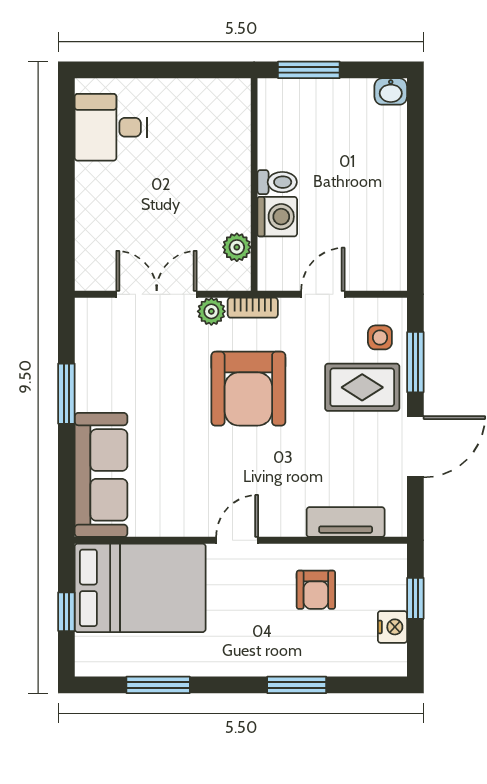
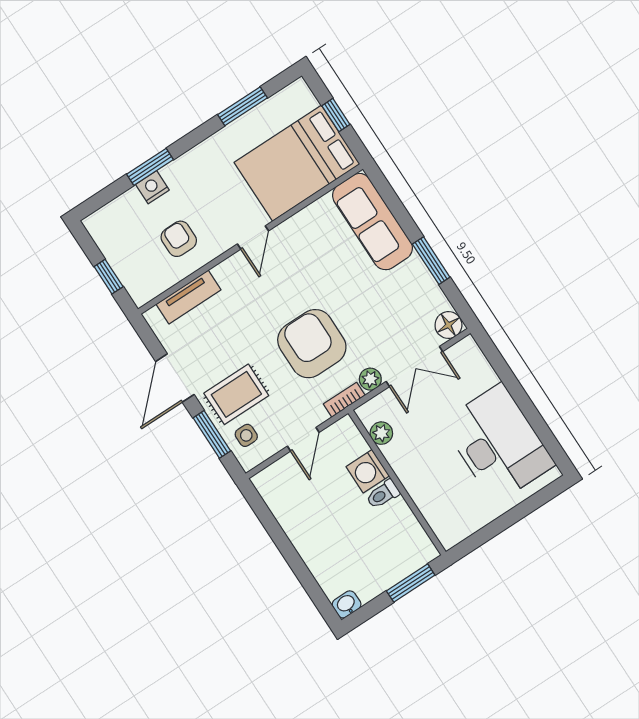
desk: (111, 127) -> (498, 443), width x1.87, depth x1.30
floor lamp: (92, 314) -> (448, 325), added
nightstand: (392, 627) -> (152, 187), moved, turned 90

